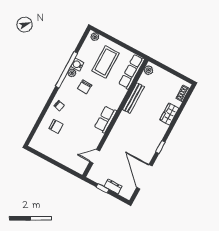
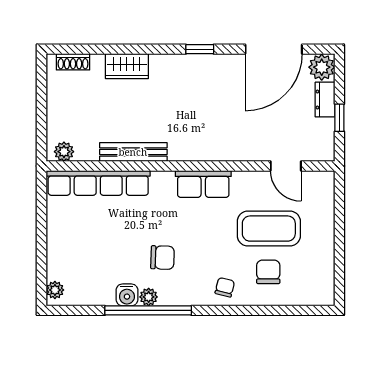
coffee table: (106, 62) -> (269, 229), moved
row of seats: (132, 72) -> (98, 183), width x1.36
plant: (127, 192) -> (322, 67), added

